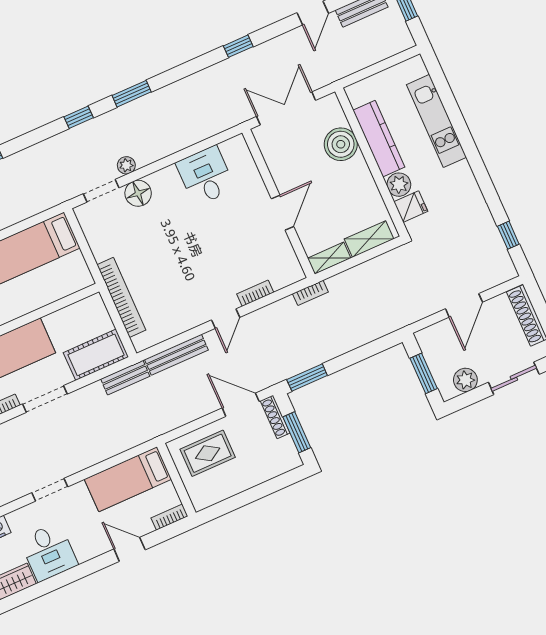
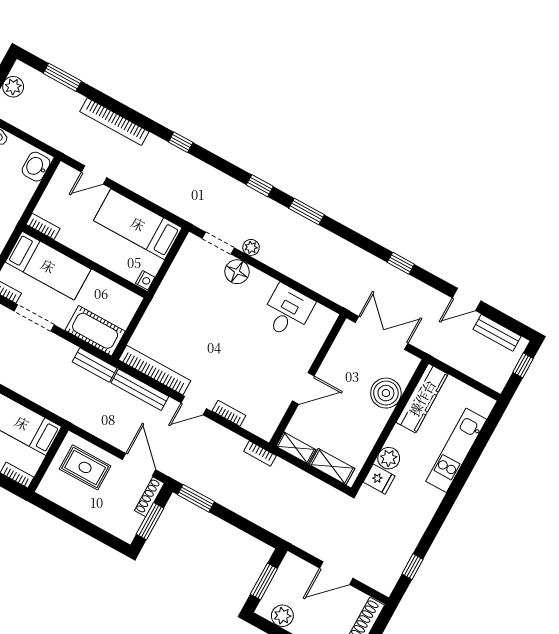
kitchen counter: (379, 139) -> (422, 398), moved
nightstand: (85, 278) -> (145, 280), added
bookcase: (121, 297) -> (155, 370), moved, turned -90

